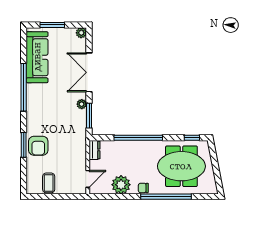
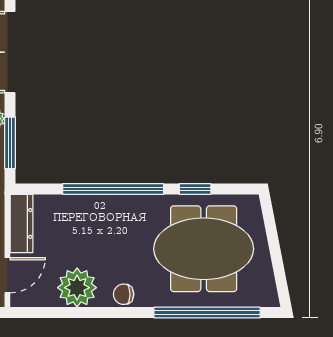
window: (192, 138) -> (195, 189), moved
dresser: (94, 150) -> (21, 223), width x1.44
window: (166, 197) -> (207, 313), moved

